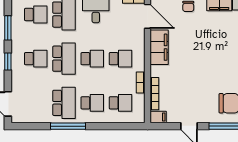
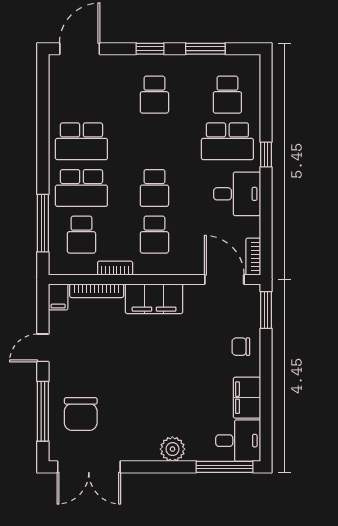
door: (148, 16) -> (224, 279), swing flipped
filing cabinet: (159, 47) -> (154, 299), moved
school desk: (64, 59) -> (154, 141), removed
school desk: (92, 103) -> (81, 188), width x1.85
window: (68, 126) -> (43, 223), moved

